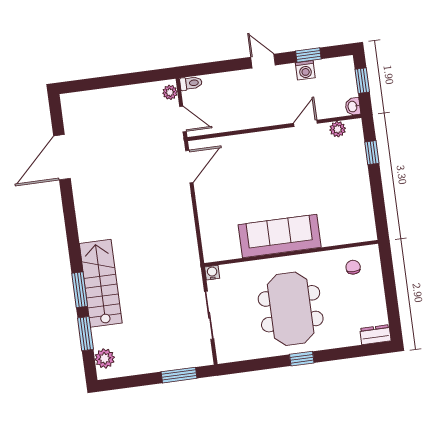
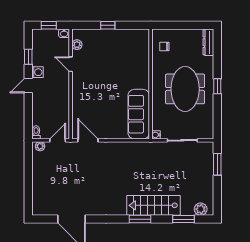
washing machine: (305, 70) -> (37, 72), moved
window: (372, 153) -> (108, 25), moved
sofa: (280, 236) -> (139, 114), moved
window: (80, 290) -> (140, 219), moved
meeting table: (291, 309) -> (185, 89), turned 90
dresser: (375, 335) -> (208, 42), width x1.44

